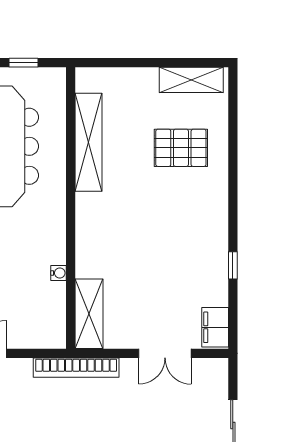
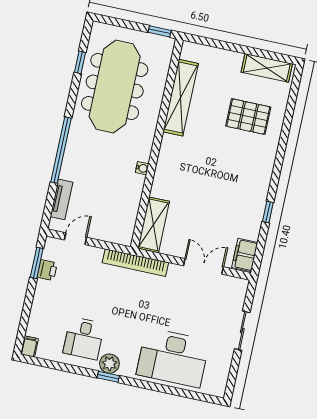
window: (23, 63) -> (160, 31), moved
water cooler: (59, 273) -> (142, 168), moved
double door: (165, 353) -> (203, 266), swing flipped

